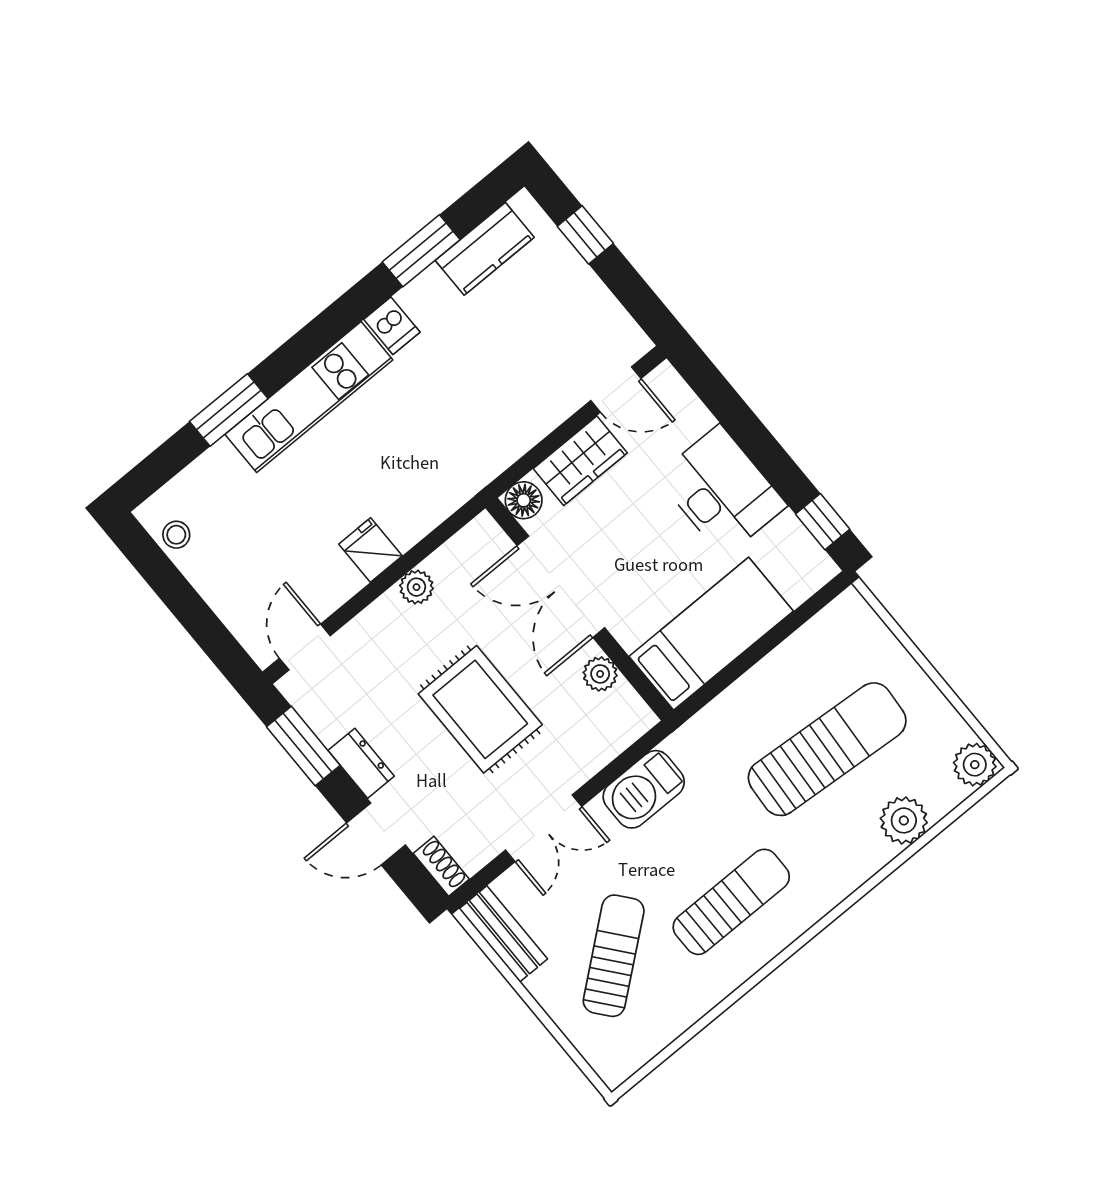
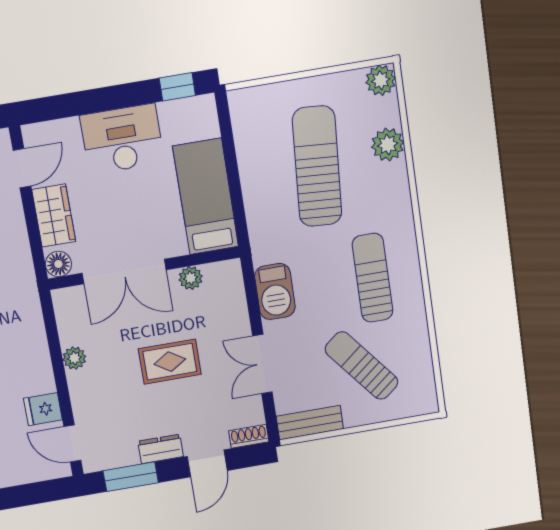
fridge: (370, 550) -> (43, 409), moved
rug: (480, 709) -> (170, 362), width x0.73, depth x0.70
double door: (544, 828) -> (262, 364), swing flipped

